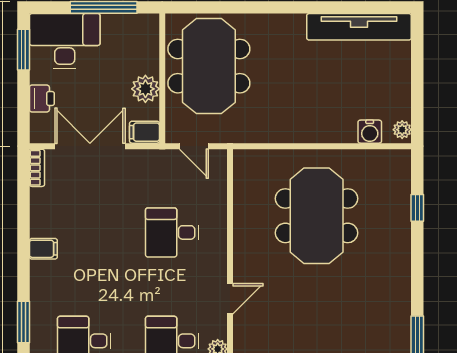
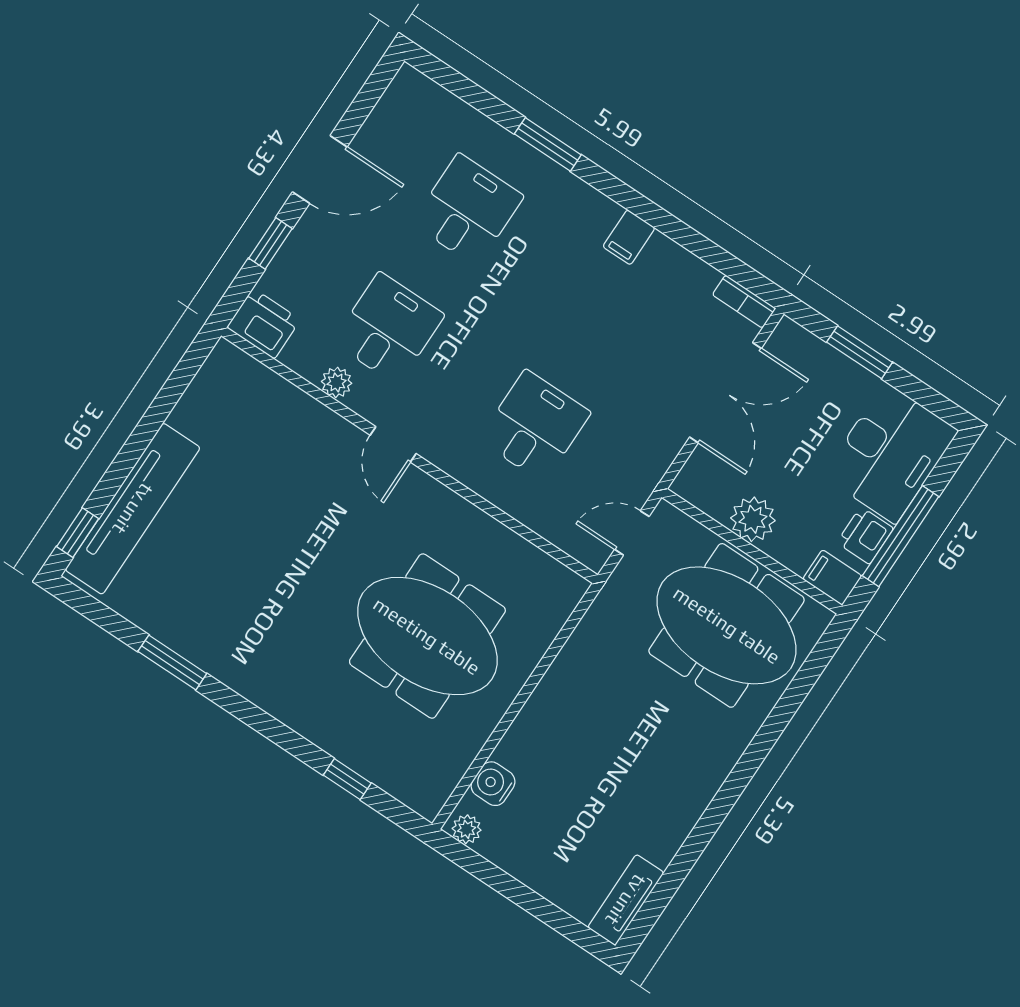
tv unit: (359, 27) -> (626, 900), width x0.52, depth x0.78
window: (23, 50) -> (860, 352), moved
printer: (42, 99) -> (865, 535), moved, turned 90
filing cabinet: (145, 132) -> (832, 578), moved, turned -90

